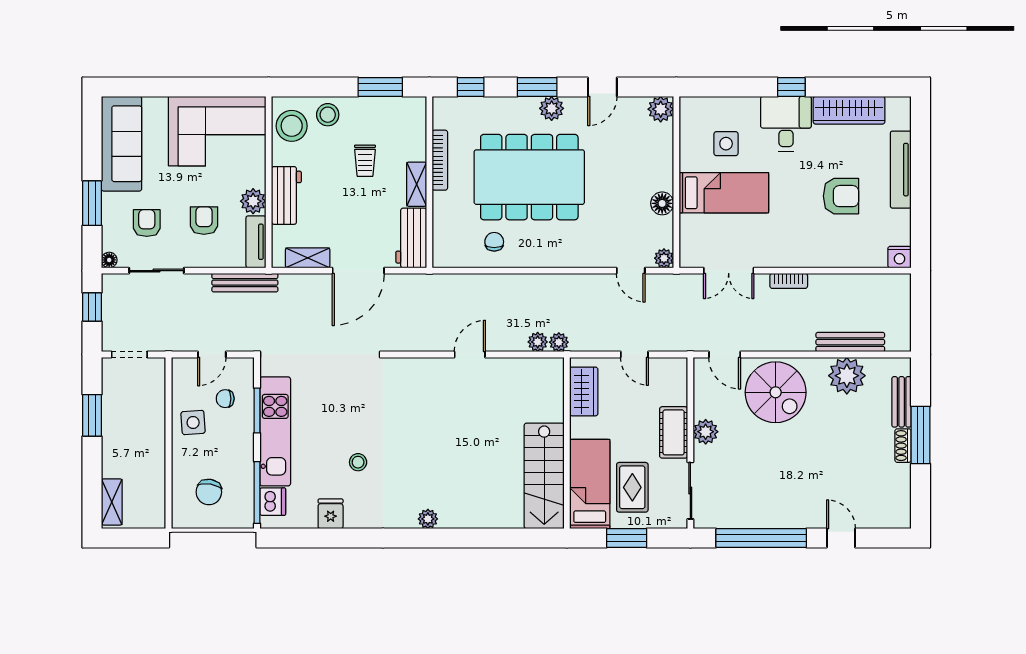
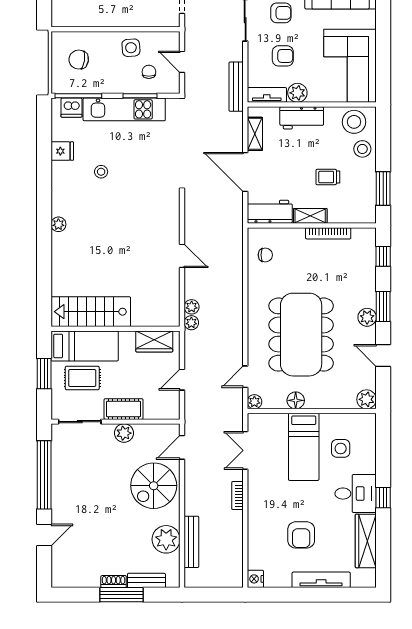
dining table: (529, 177) -> (301, 335), moved
chair: (494, 242) -> (265, 255), moved

